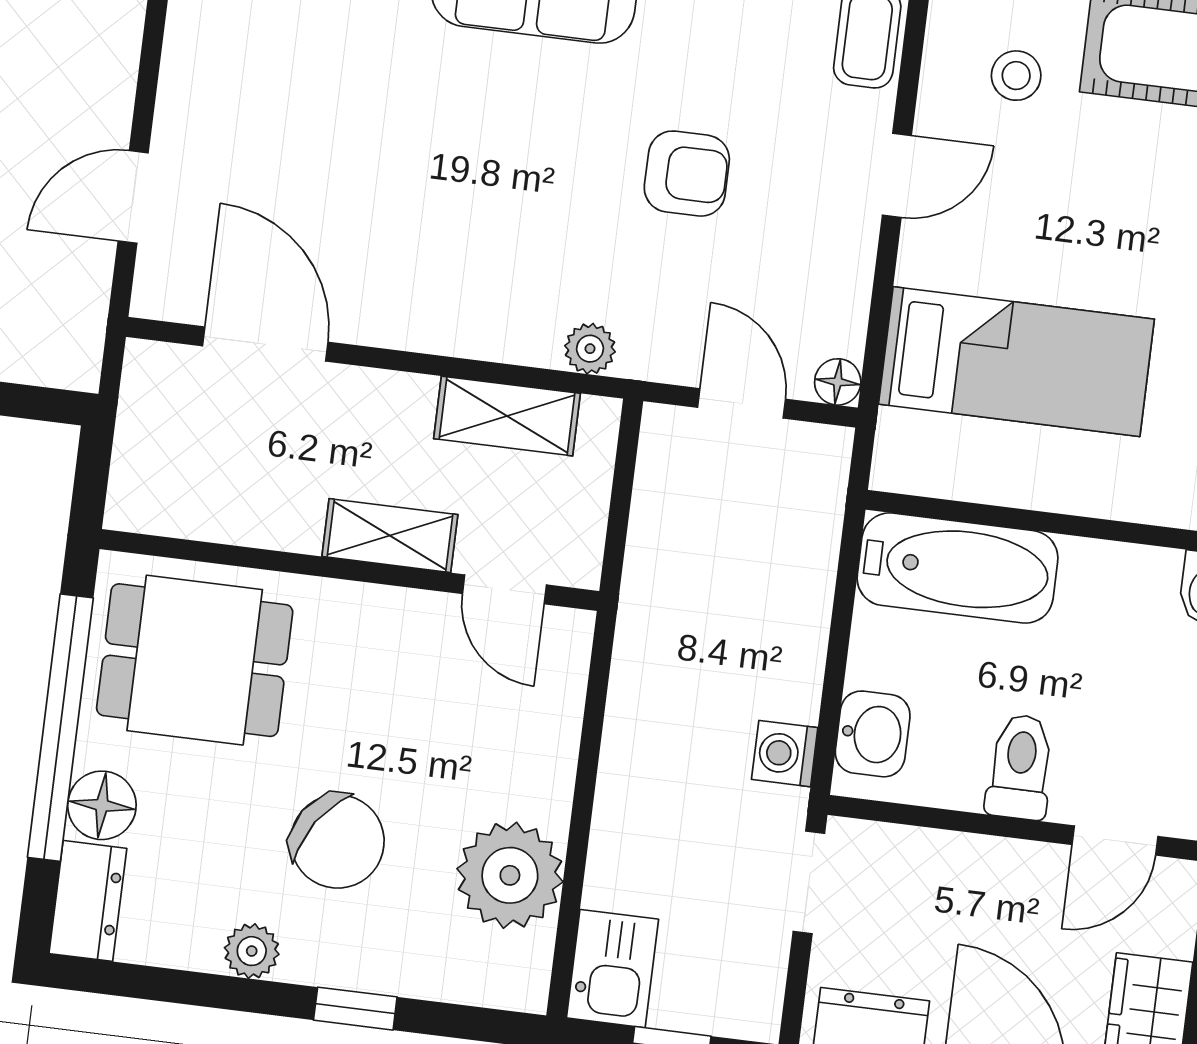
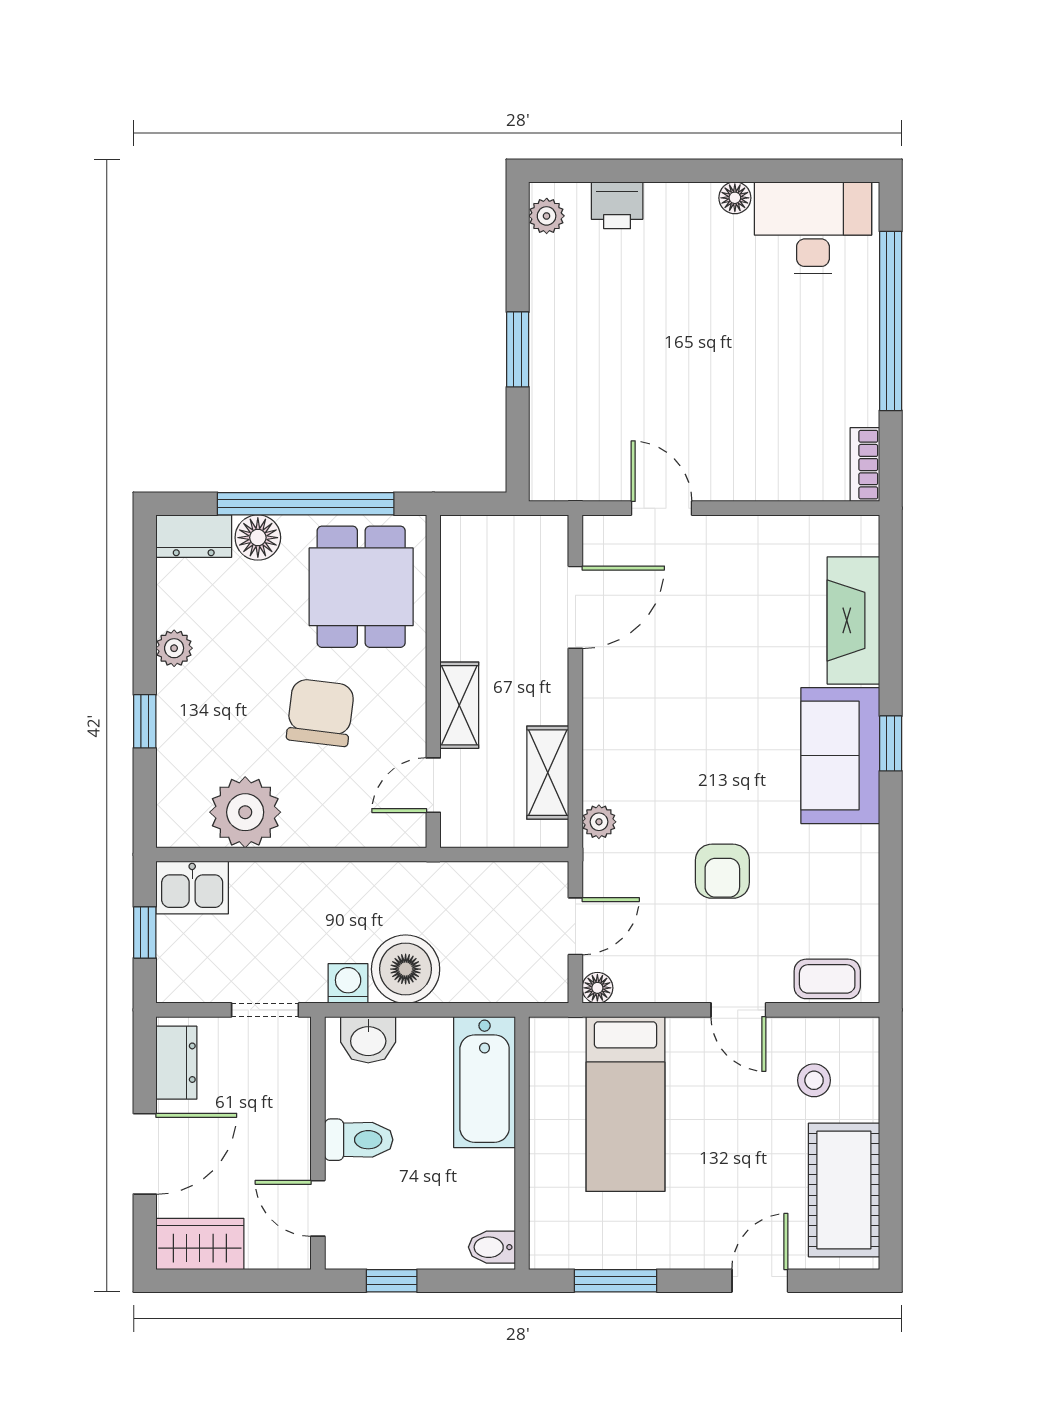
boiler: (774, 665) -> (406, 969), added
chair: (337, 841) -> (320, 713), moved, turned 153

